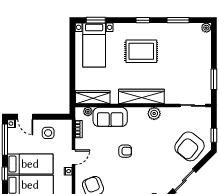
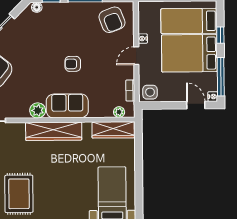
rug: (141, 51) -> (19, 194), moved, turned 90
sofa: (110, 117) -> (67, 106), moved
side table: (48, 133) -> (150, 92), moved
bed: (30, 164) -> (189, 53), width x1.50

